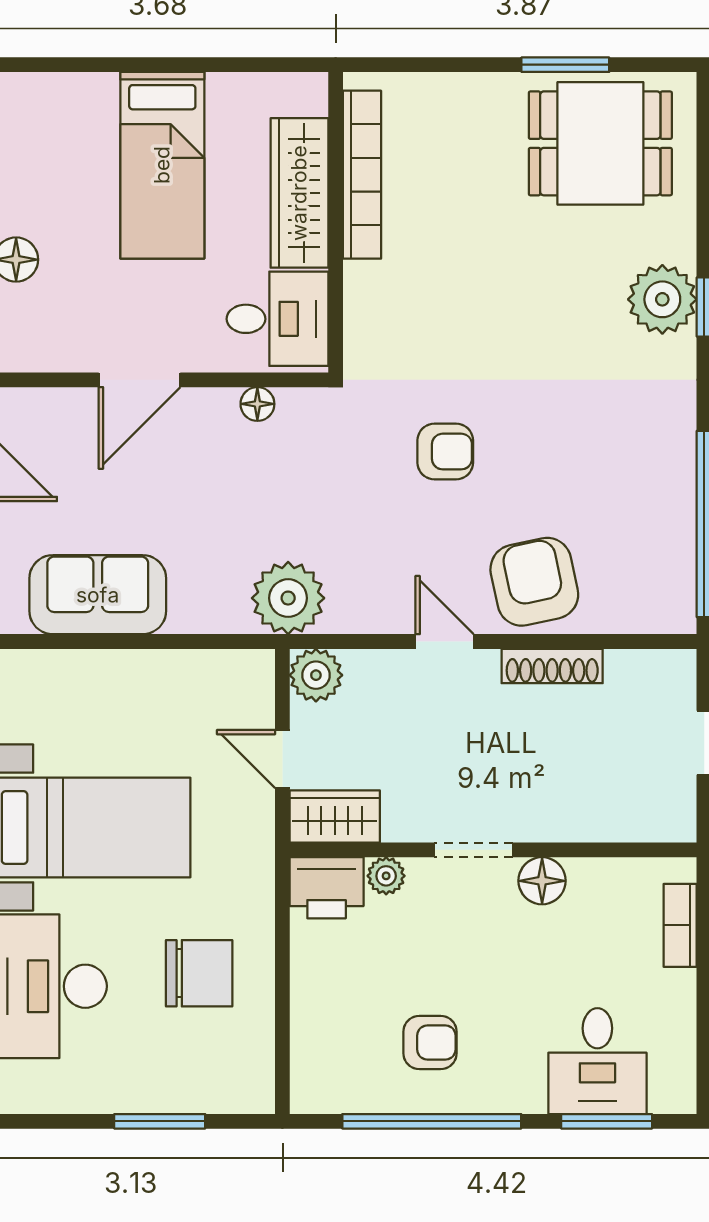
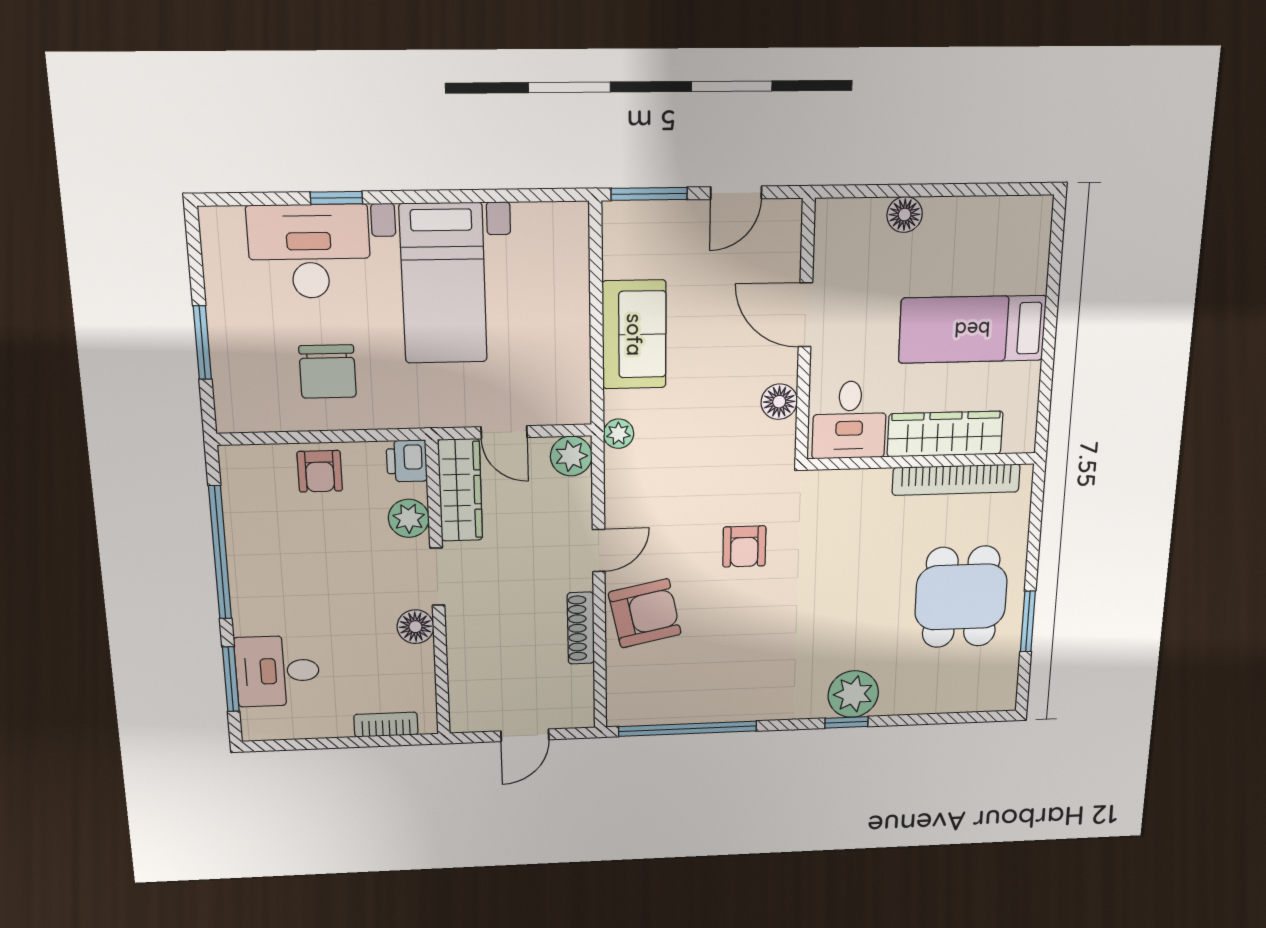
dining table: (600, 143) -> (961, 597), moved
floor lamp: (257, 404) -> (779, 402), width x1.37, depth x1.37
sofa: (98, 595) -> (634, 335), moved
plant: (288, 598) -> (618, 434), width x0.53, depth x0.53
door: (282, 759) -> (504, 432), swing flipped
wardrobe: (335, 817) -> (460, 490), width x1.50
plant: (386, 876) -> (409, 518), width x1.38, depth x1.38
printer: (327, 888) -> (407, 461), width x0.73, depth x0.81
armchair: (430, 1042) -> (320, 471), moved

